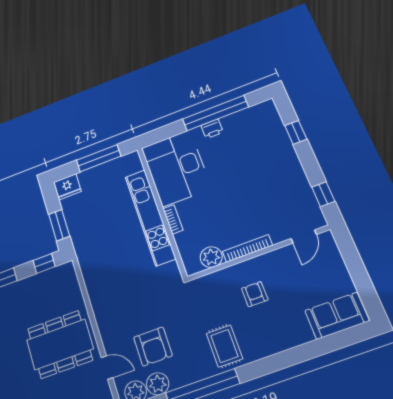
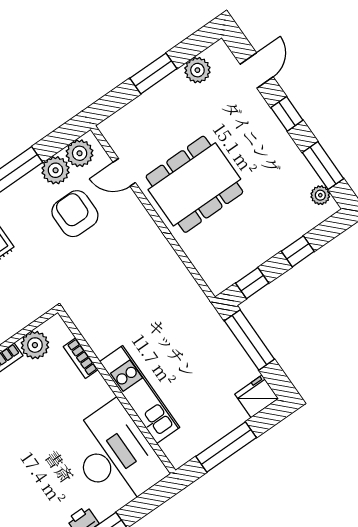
kitchen unit: (150, 217) -> (140, 395), width x0.73
bookcase: (173, 219) -> (81, 358), moved
window: (59, 225) -> (249, 340), width x1.44

